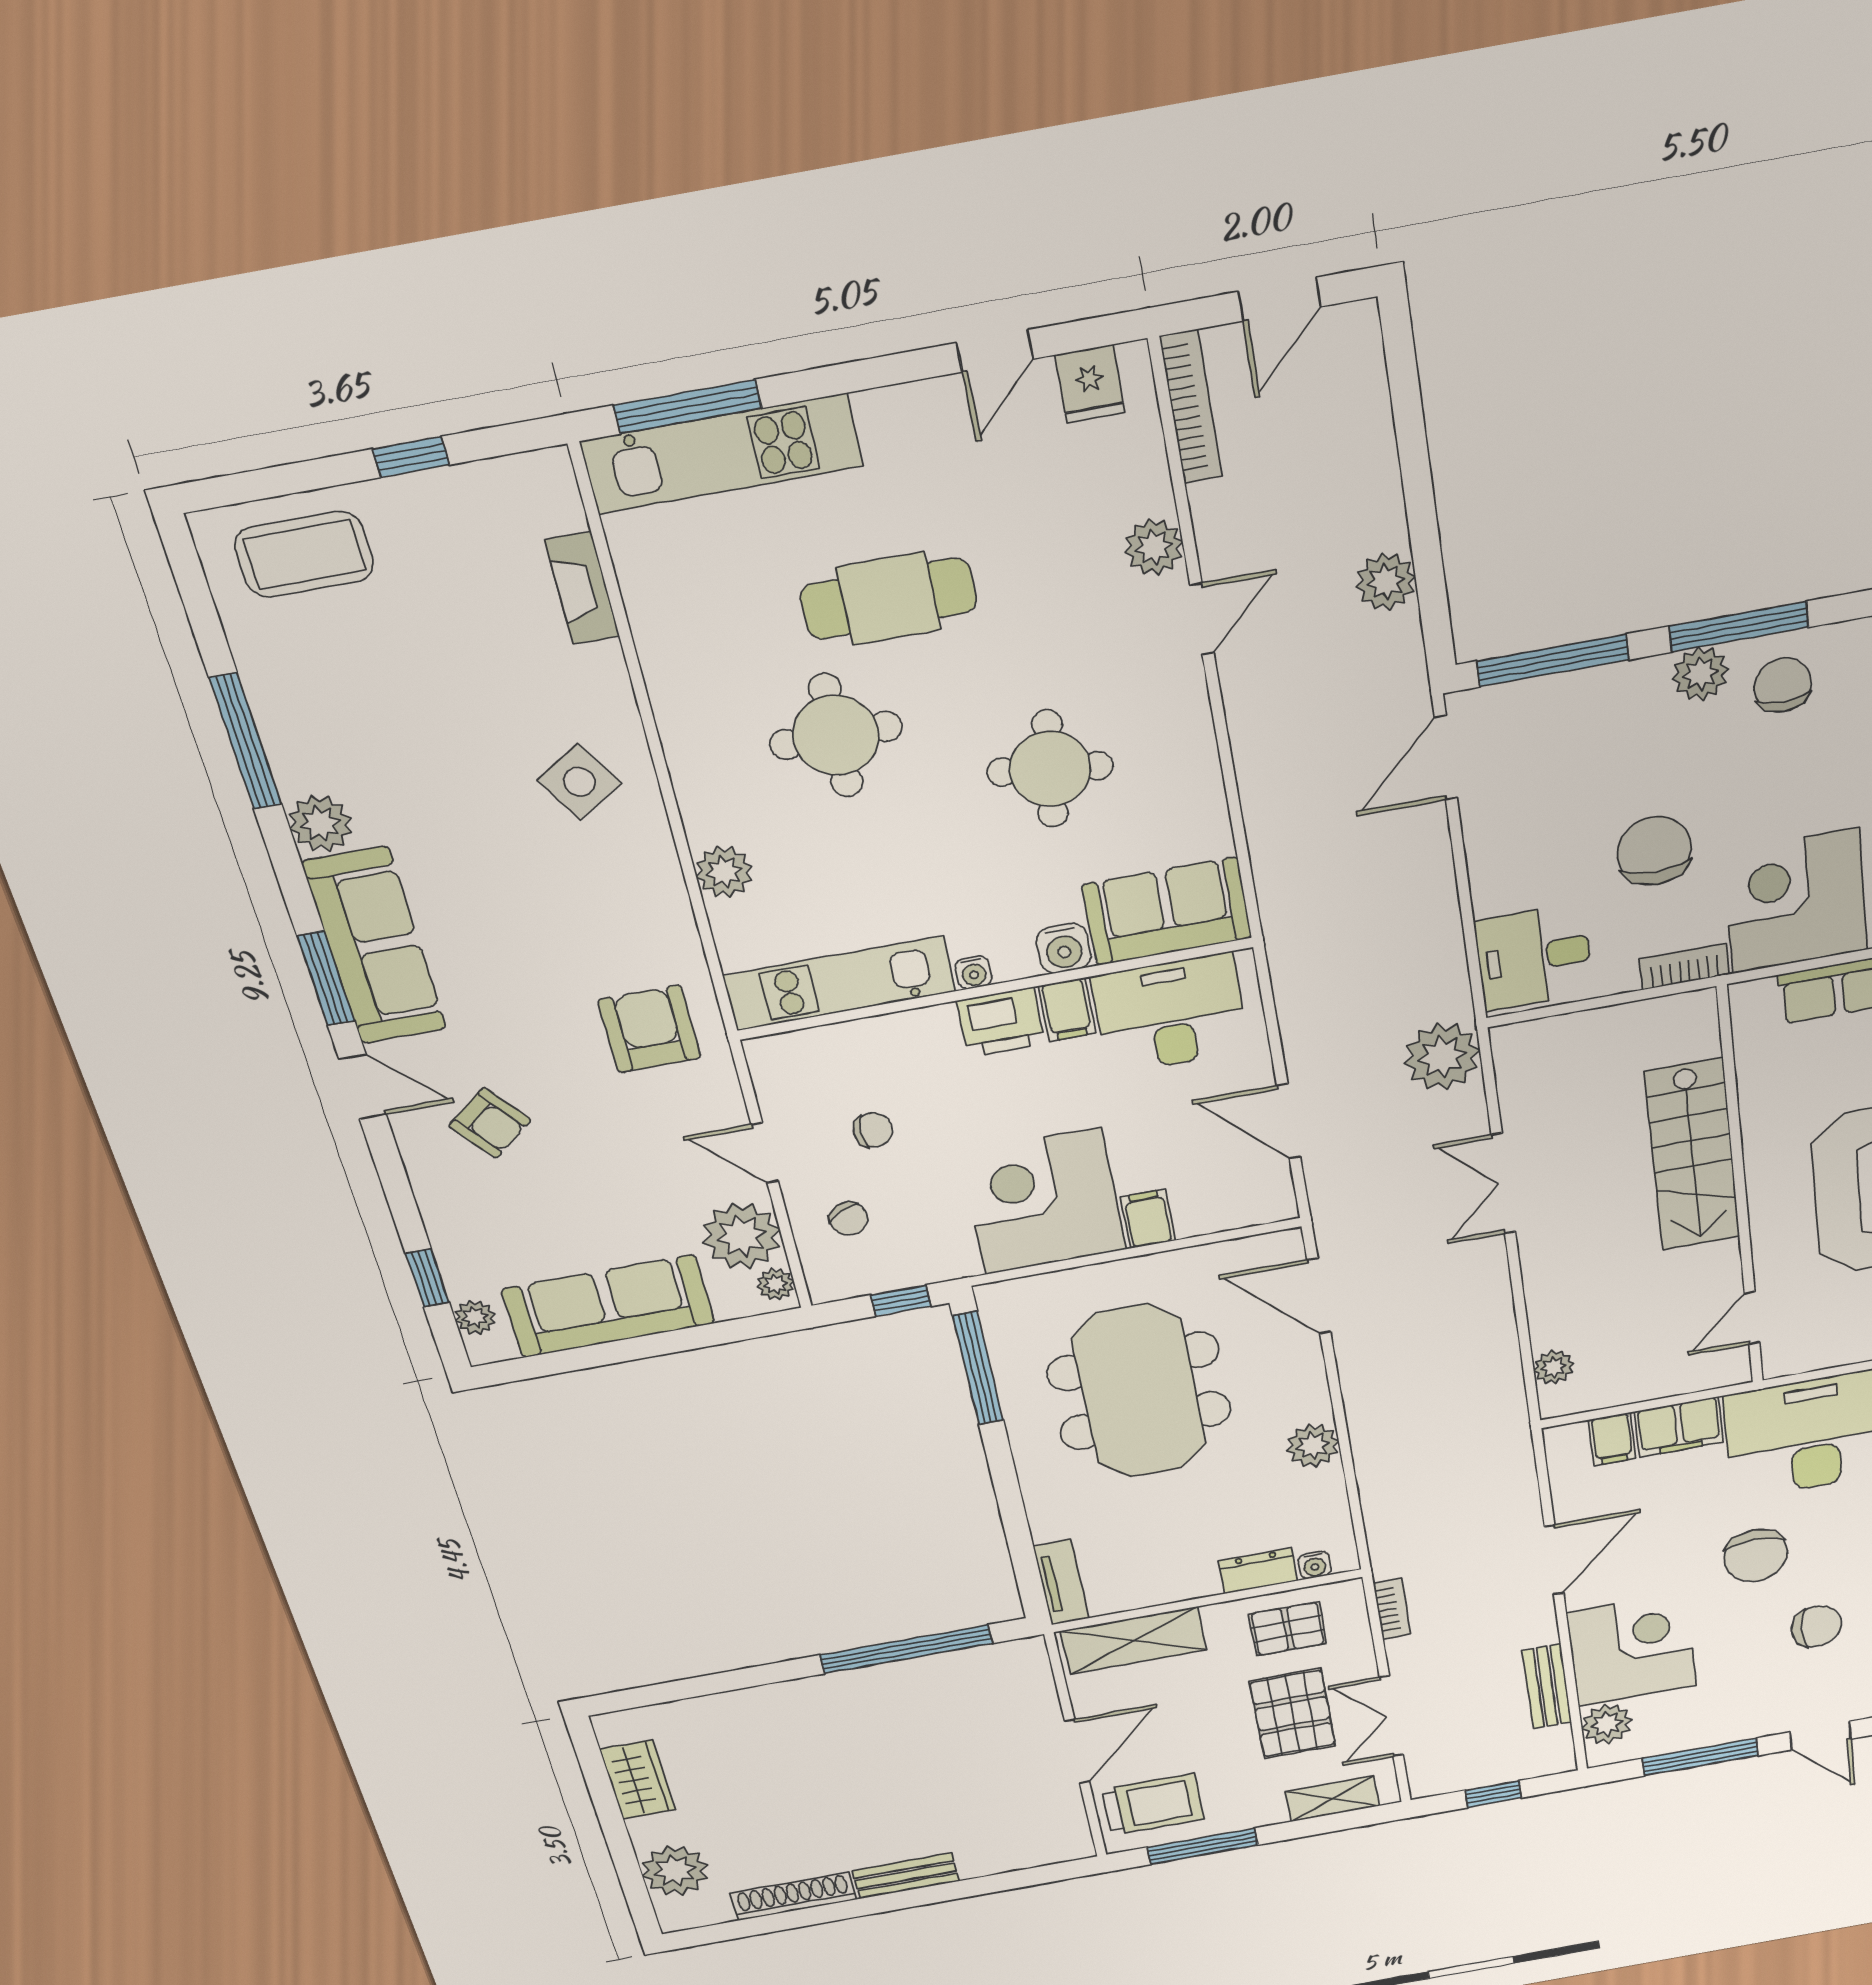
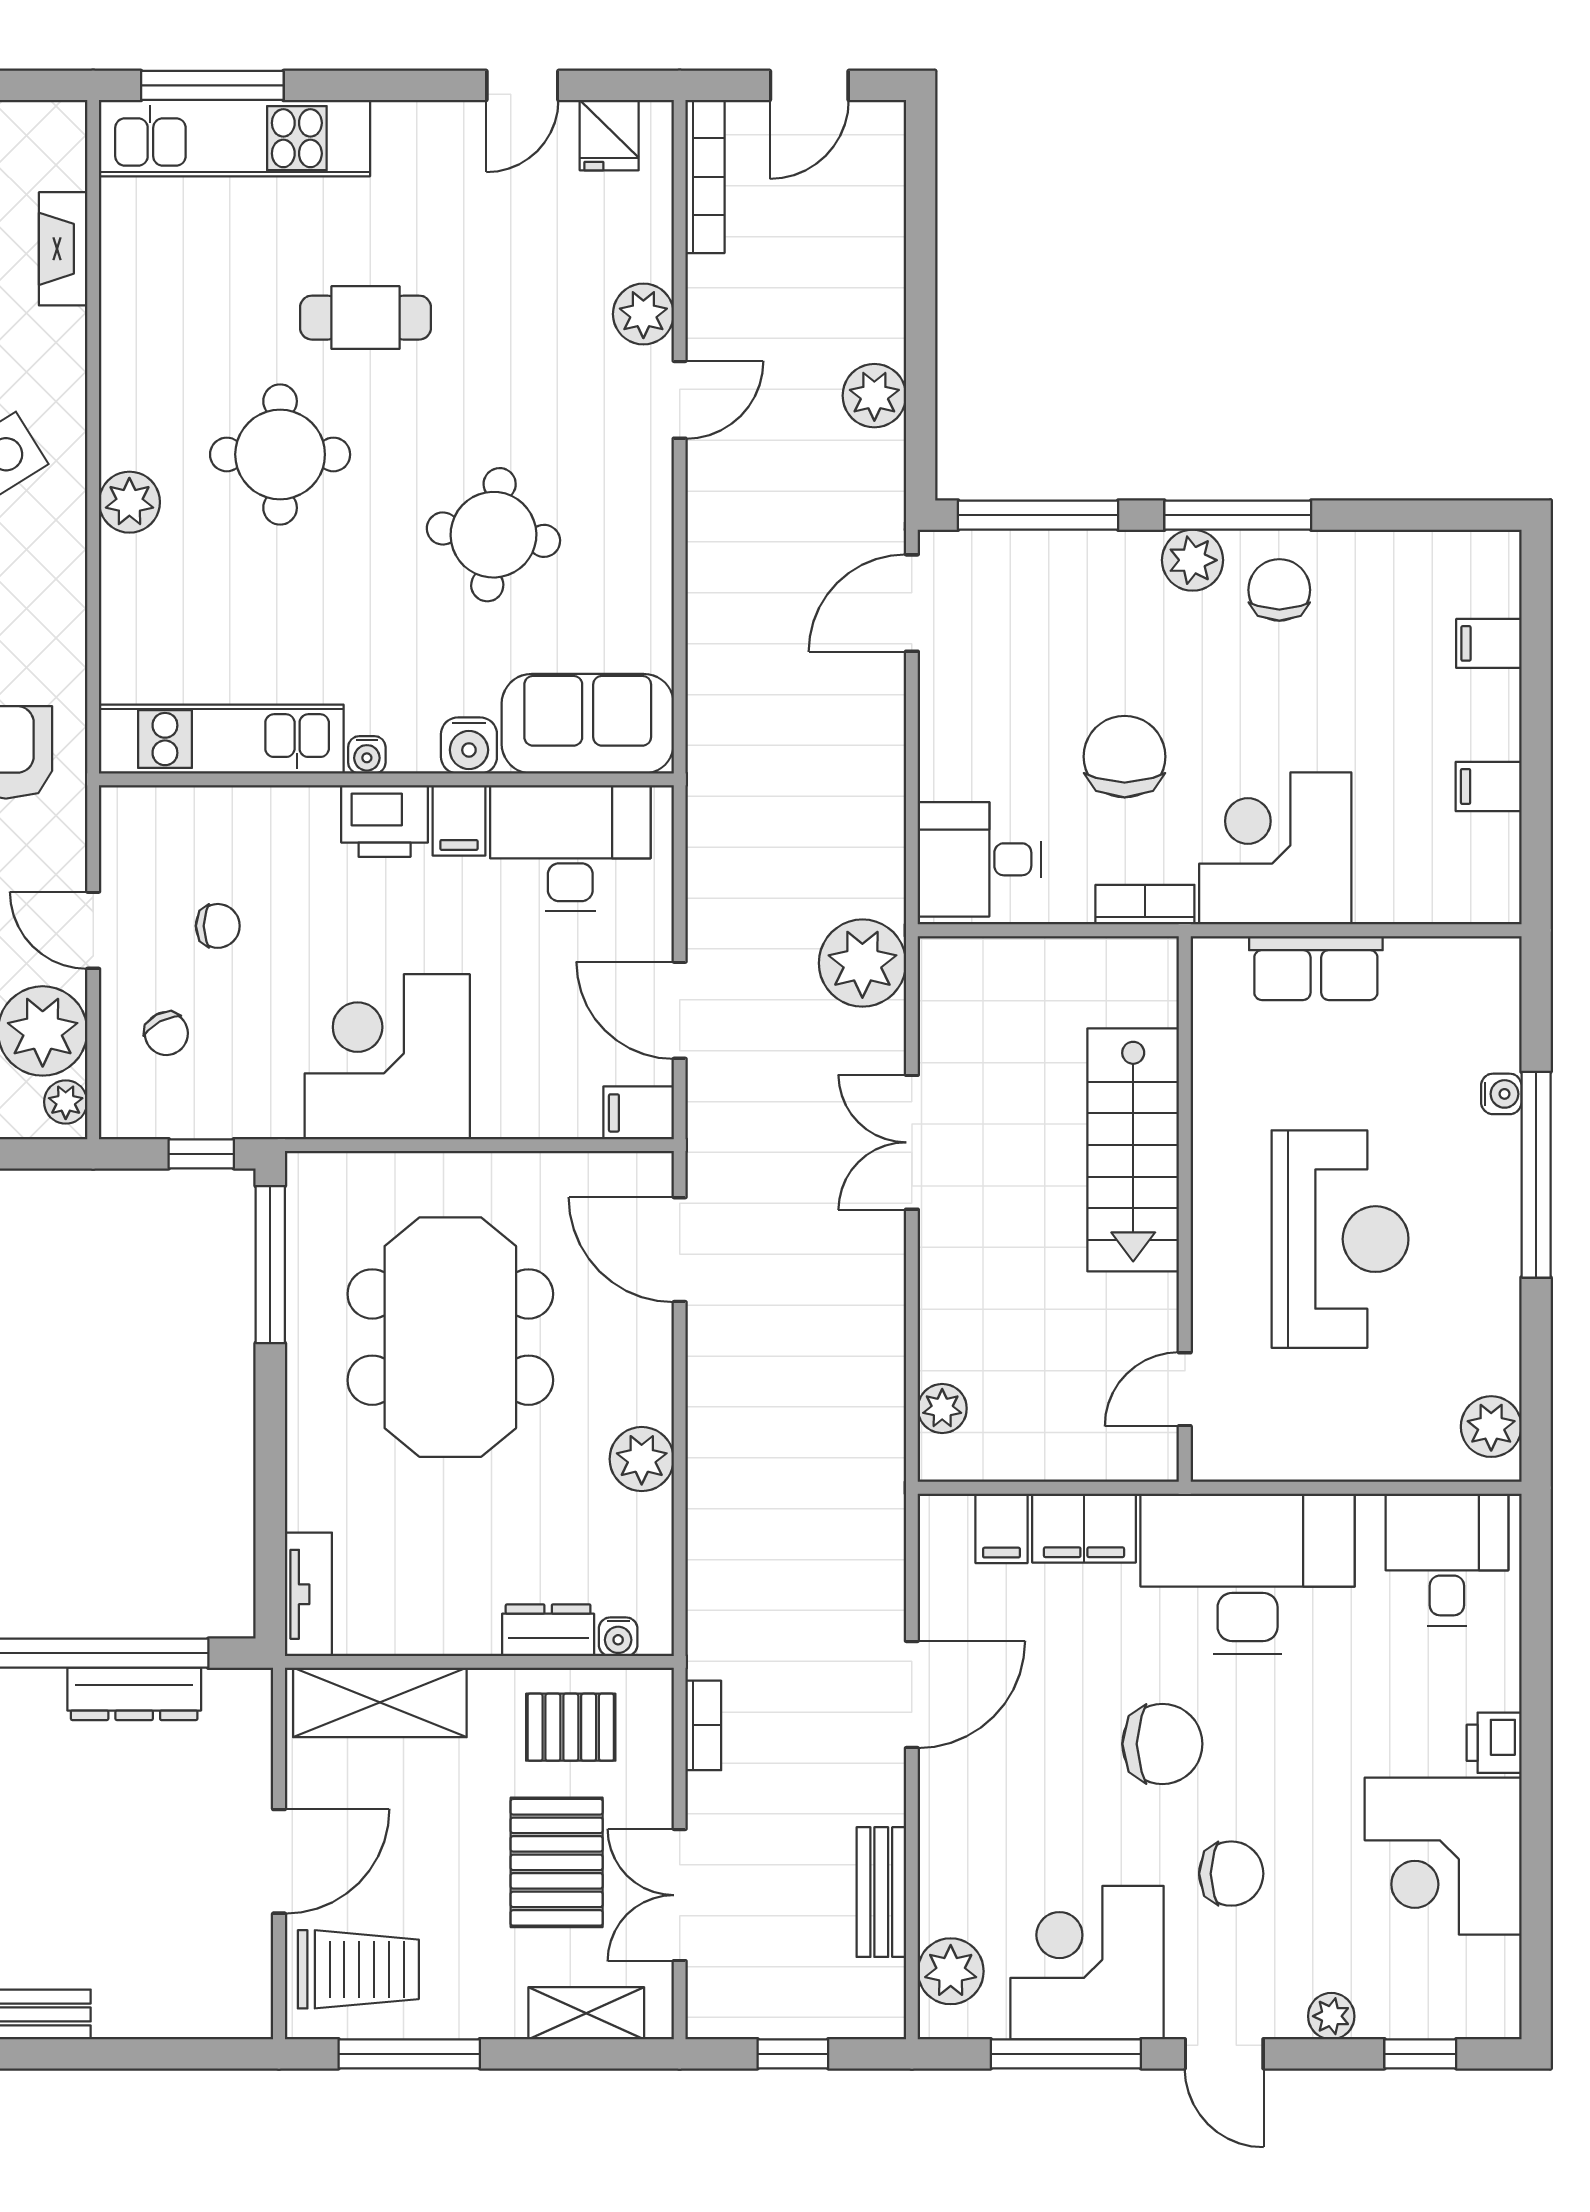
cafe table: (889, 599) -> (366, 318), width x0.73, depth x0.74
plant: (724, 872) -> (129, 502), moved
filing cabinet: (1148, 1219) -> (639, 1113), moved, turned -90
chair: (1756, 1556) -> (1162, 1744), turned -90
corner desk: (1632, 1649) -> (1087, 1963), moved, turned -90
dresser: (938, 1670) -> (134, 1694), added

